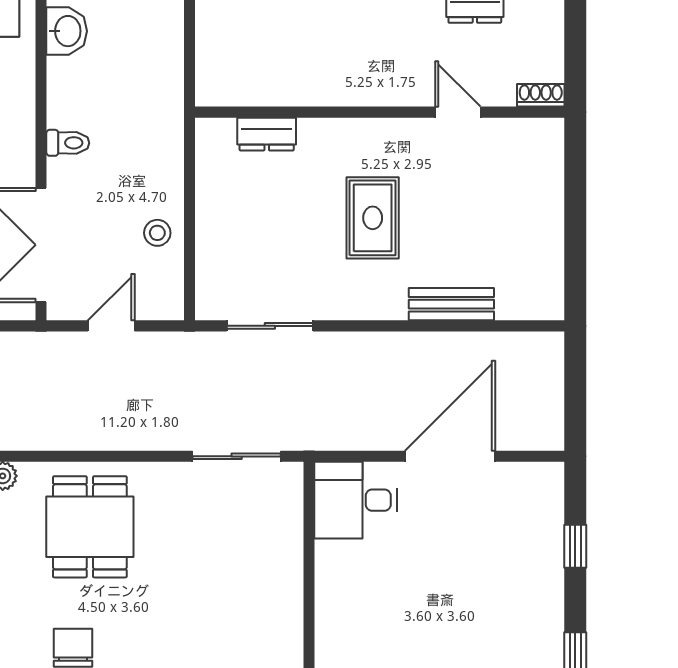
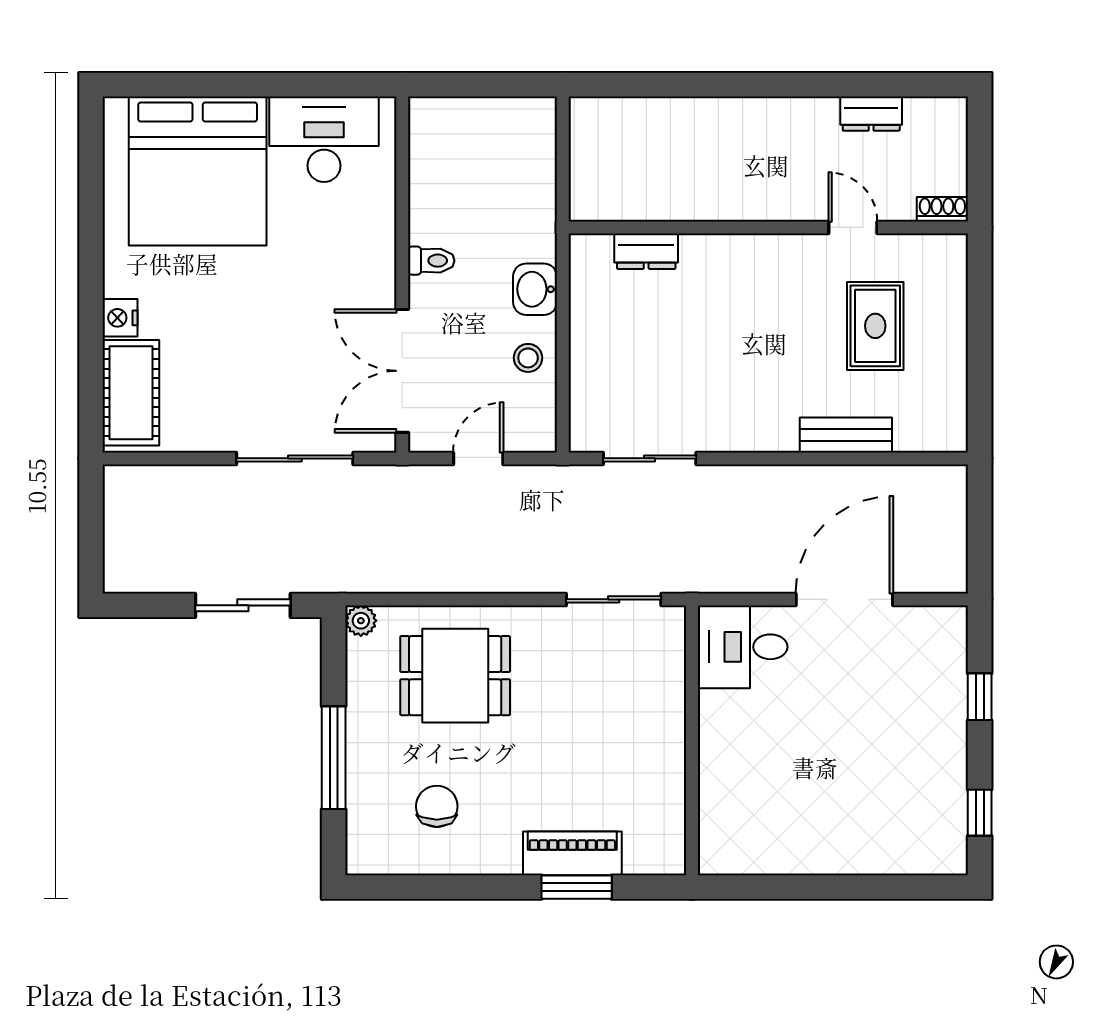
washbasin: (67, 31) -> (535, 289), moved, turned 180
rug: (373, 218) -> (875, 326), moved
dining table: (90, 527) -> (455, 676), turned 90

